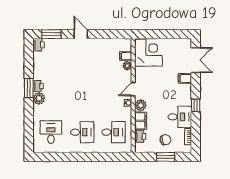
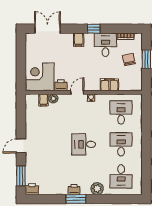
filing cabinet: (185, 78) -> (79, 40), moved
door: (133, 89) -> (77, 92), swing flipped
desk: (82, 95) -> (84, 144), added
plant: (39, 98) -> (97, 189), moved
plant: (141, 105) -> (94, 85), removed
desk: (51, 132) -> (121, 176), turned -90
printer: (140, 136) -> (61, 85), moved

